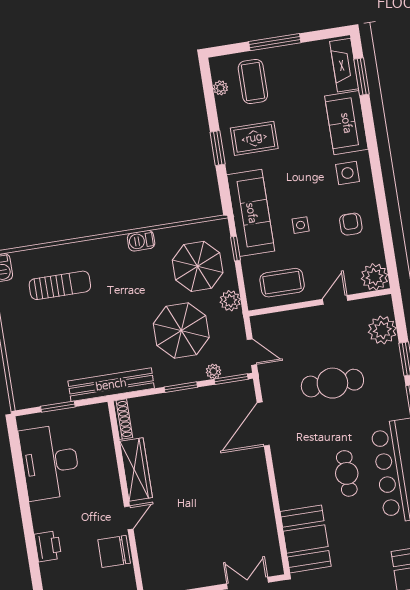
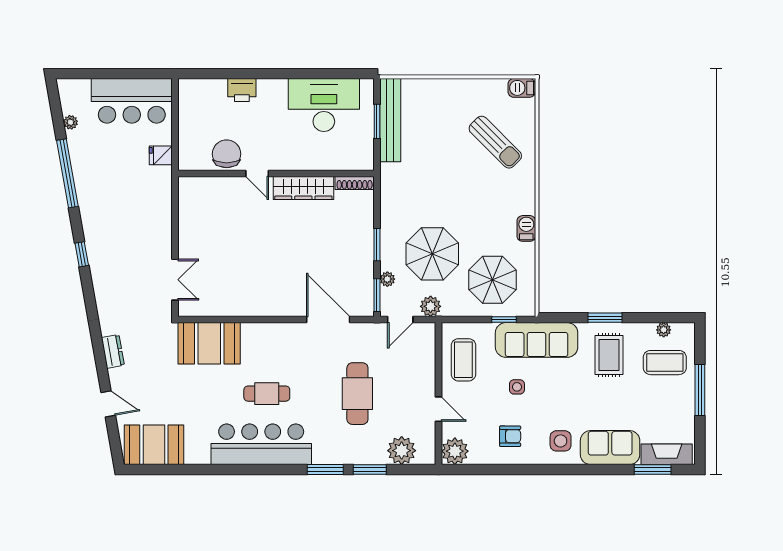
sun lounger: (60, 285) -> (495, 142), turned -45
plant: (230, 301) -> (431, 306), moved
bench: (111, 385) -> (390, 120), moved

